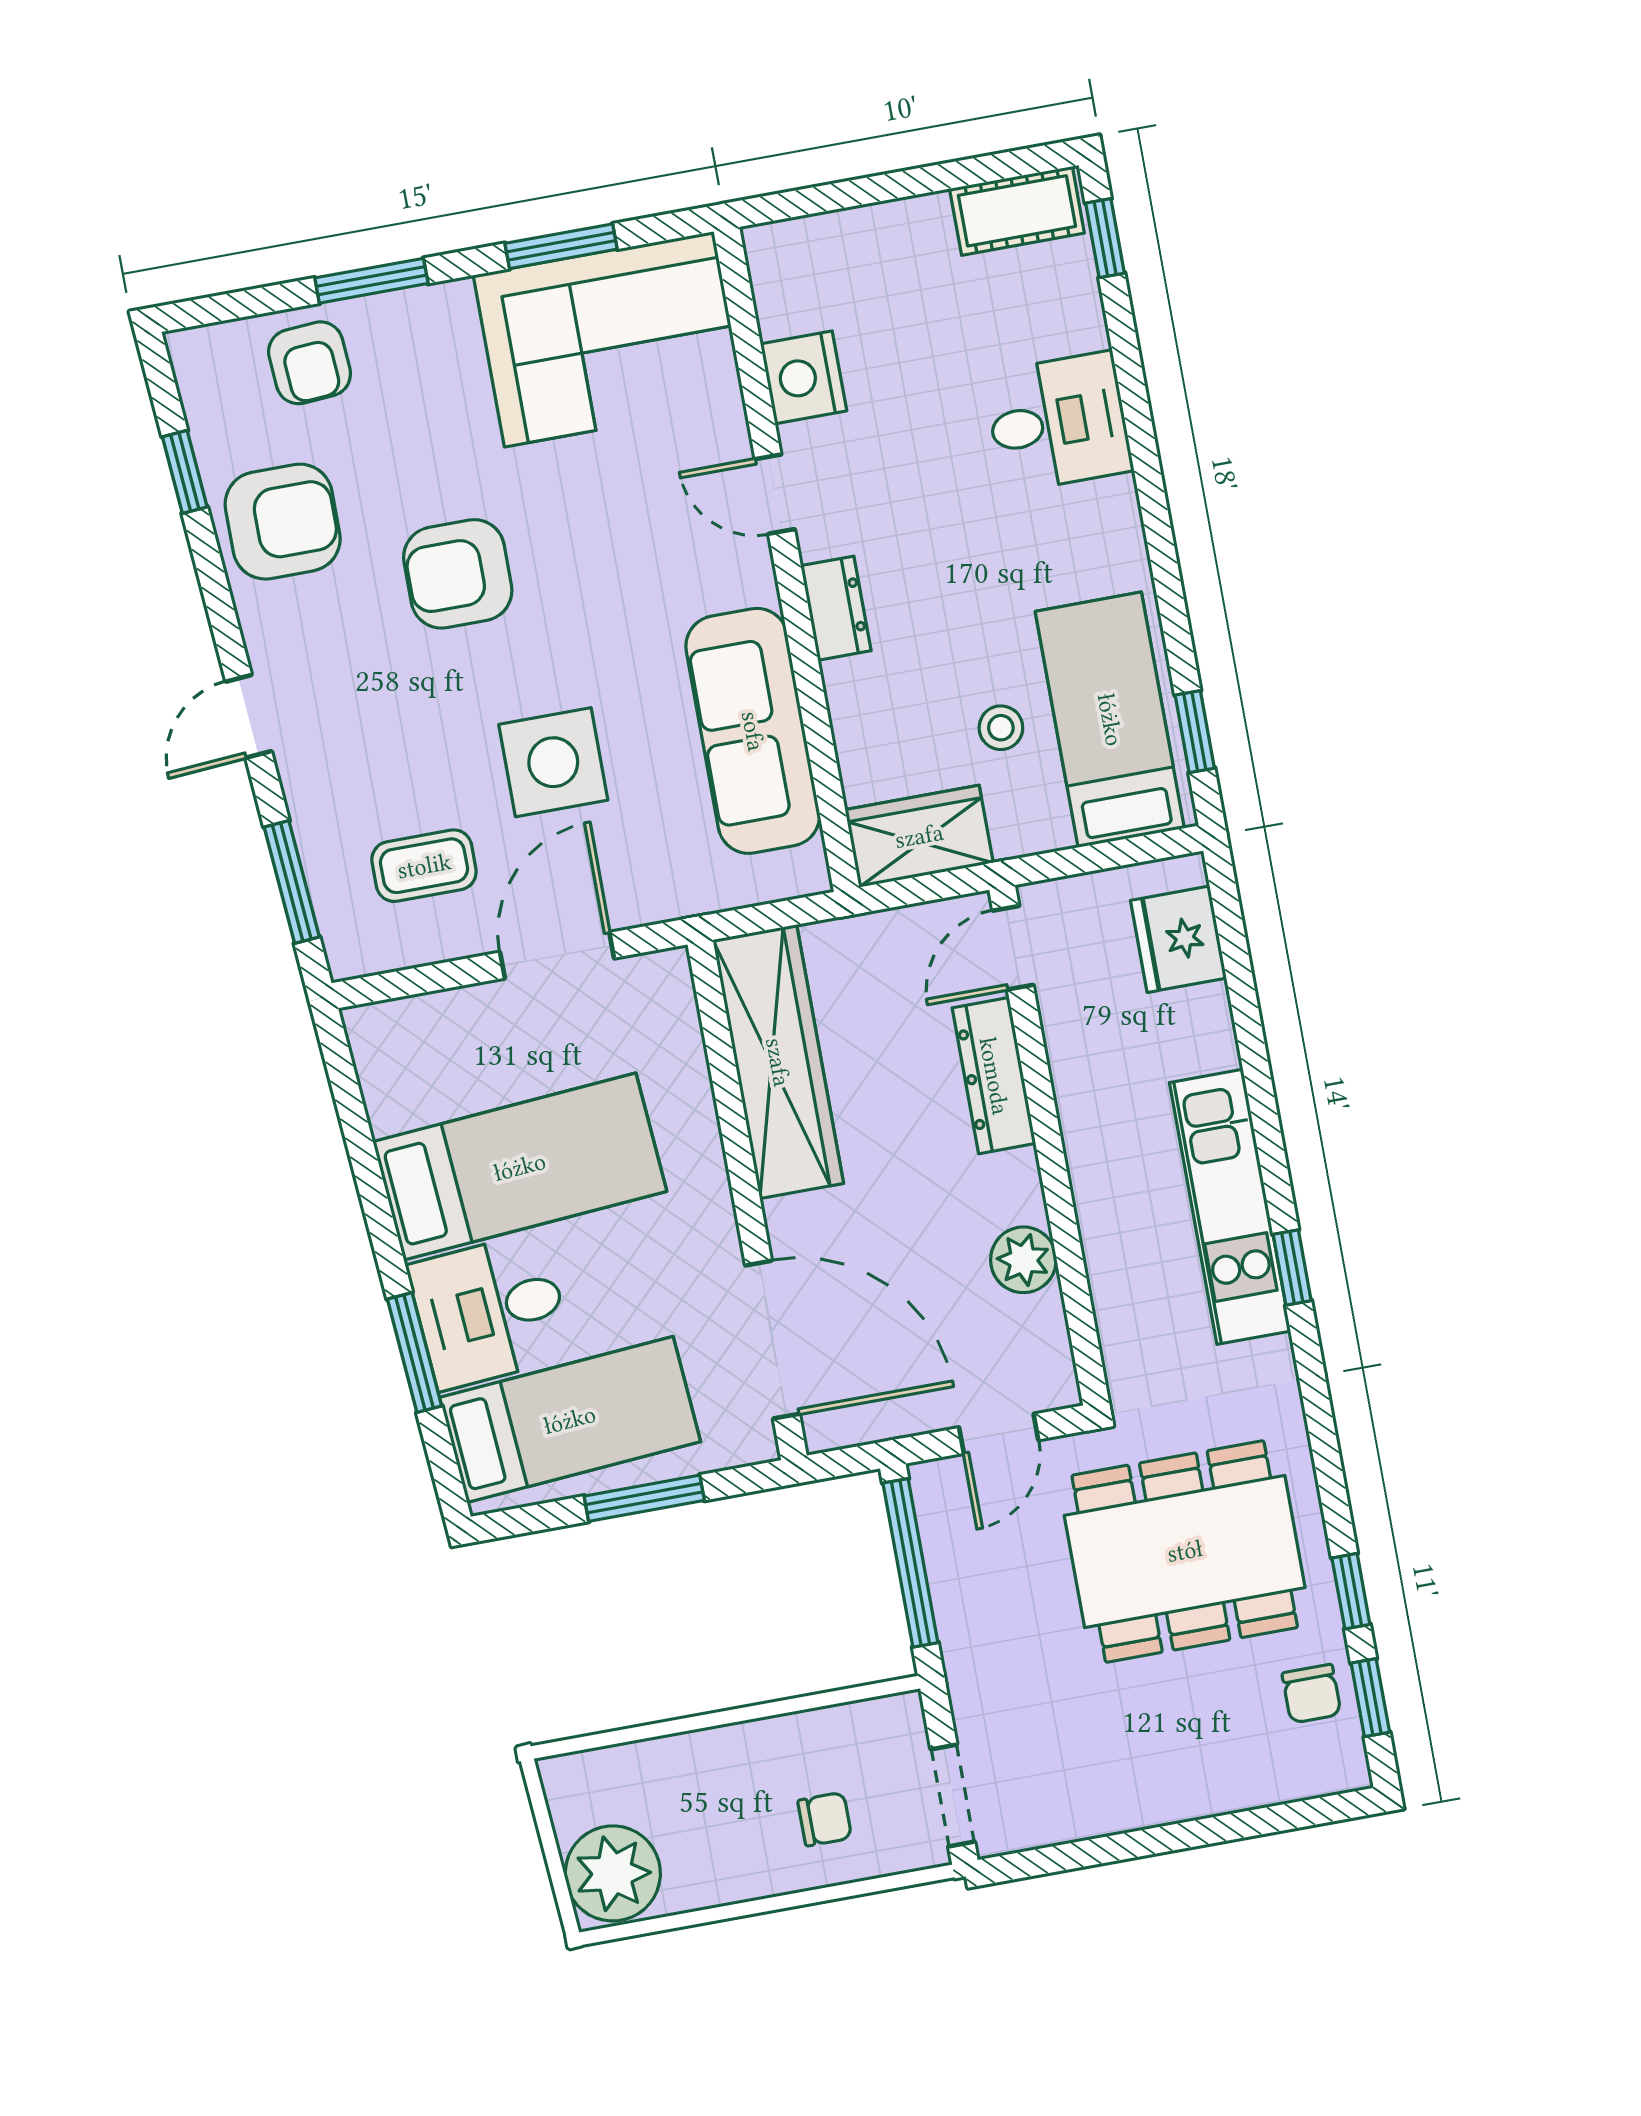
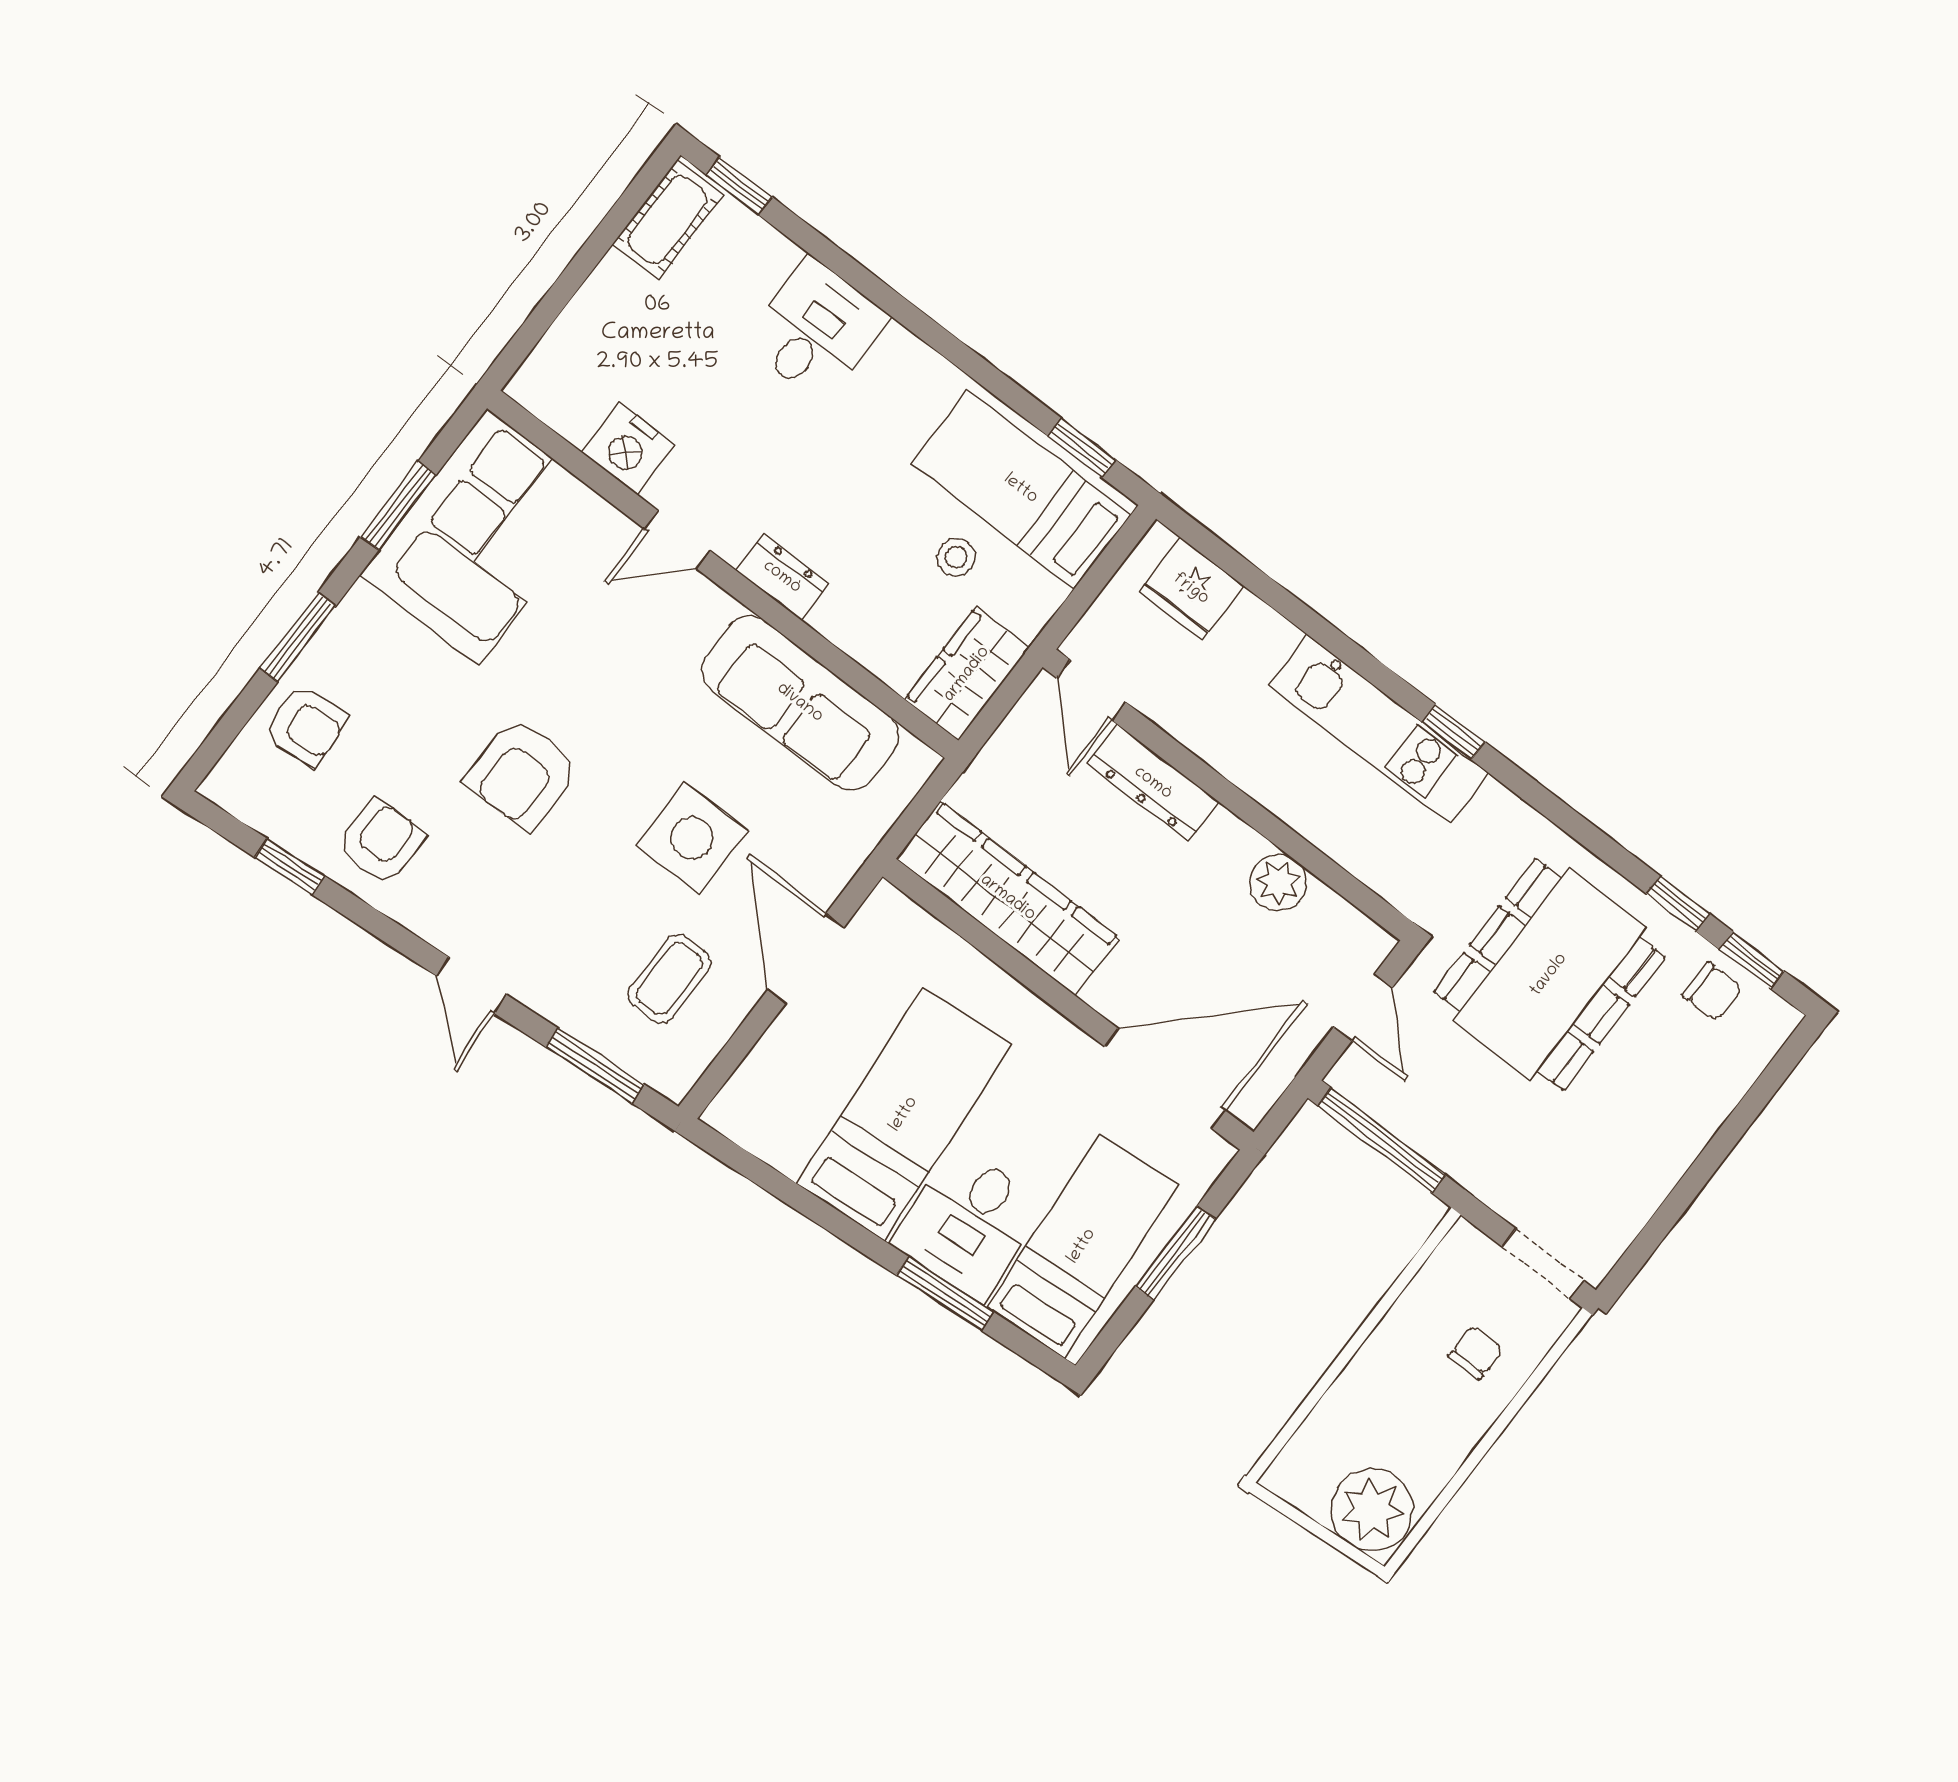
armchair: (283, 522) -> (381, 842), width x0.72, depth x0.72

